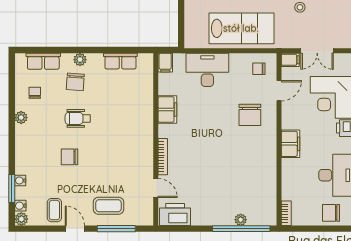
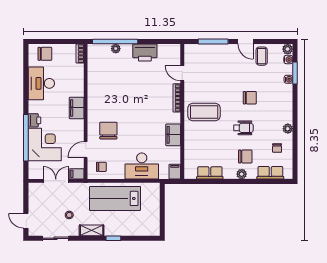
chair: (75, 82) -> (245, 157), turned 86
coffee table: (108, 206) -> (204, 112), moved, width x1.36, depth x1.32
printer: (175, 215) -> (145, 53), moved

